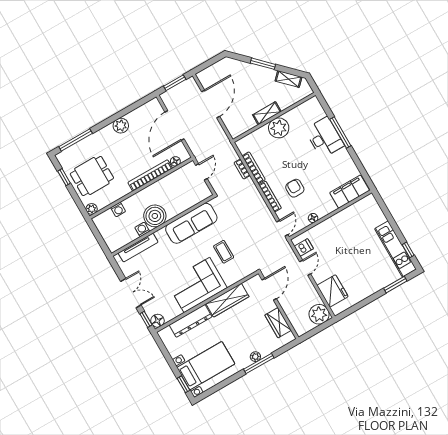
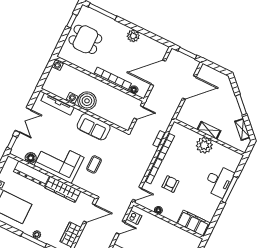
plant: (92, 209) -> (63, 54), removed
washing machine: (118, 210) -> (58, 65), moved
sofa: (191, 223) -> (94, 127), width x0.73
floor lamp: (157, 321) -> (31, 158), moved

